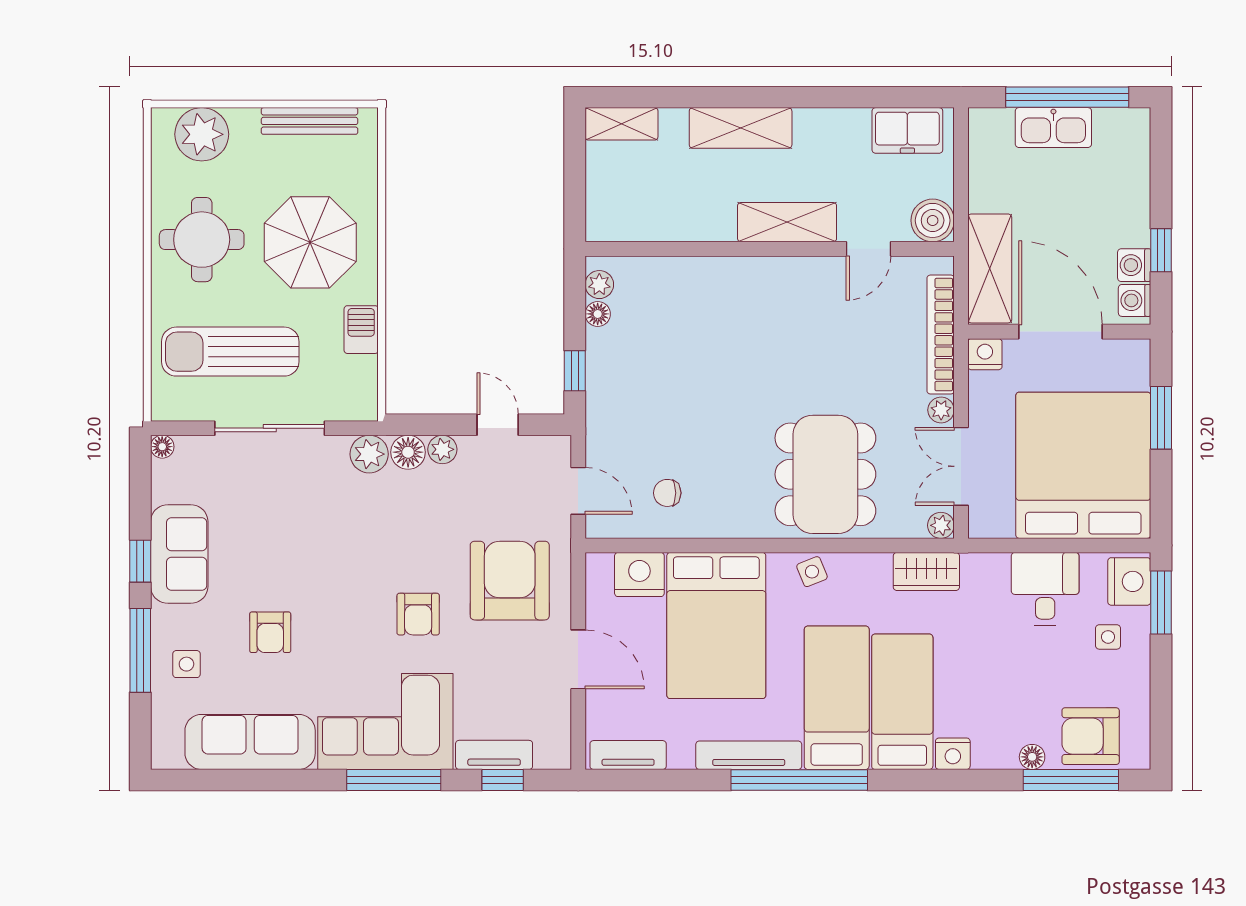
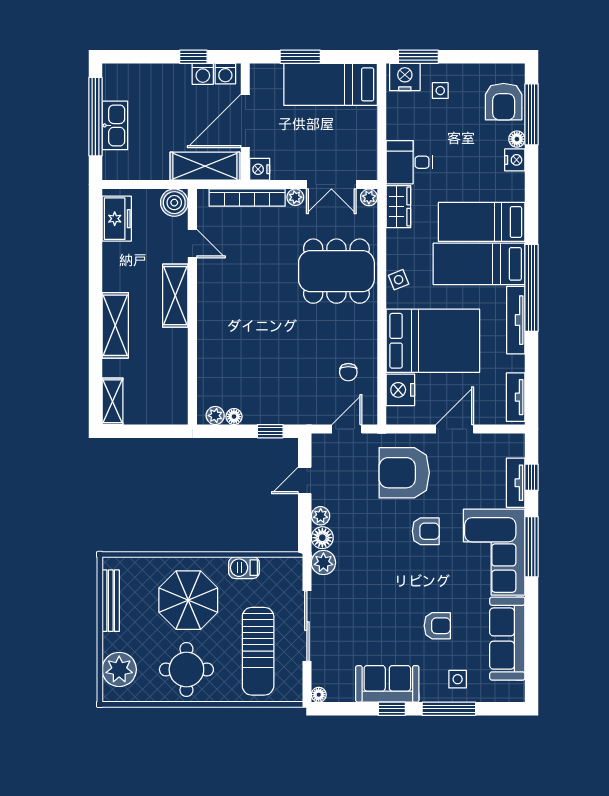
bed: (1083, 465) -> (331, 84), width x0.49
desk: (1045, 589) -> (409, 162), moved
nightstand: (953, 754) -> (515, 160), moved

